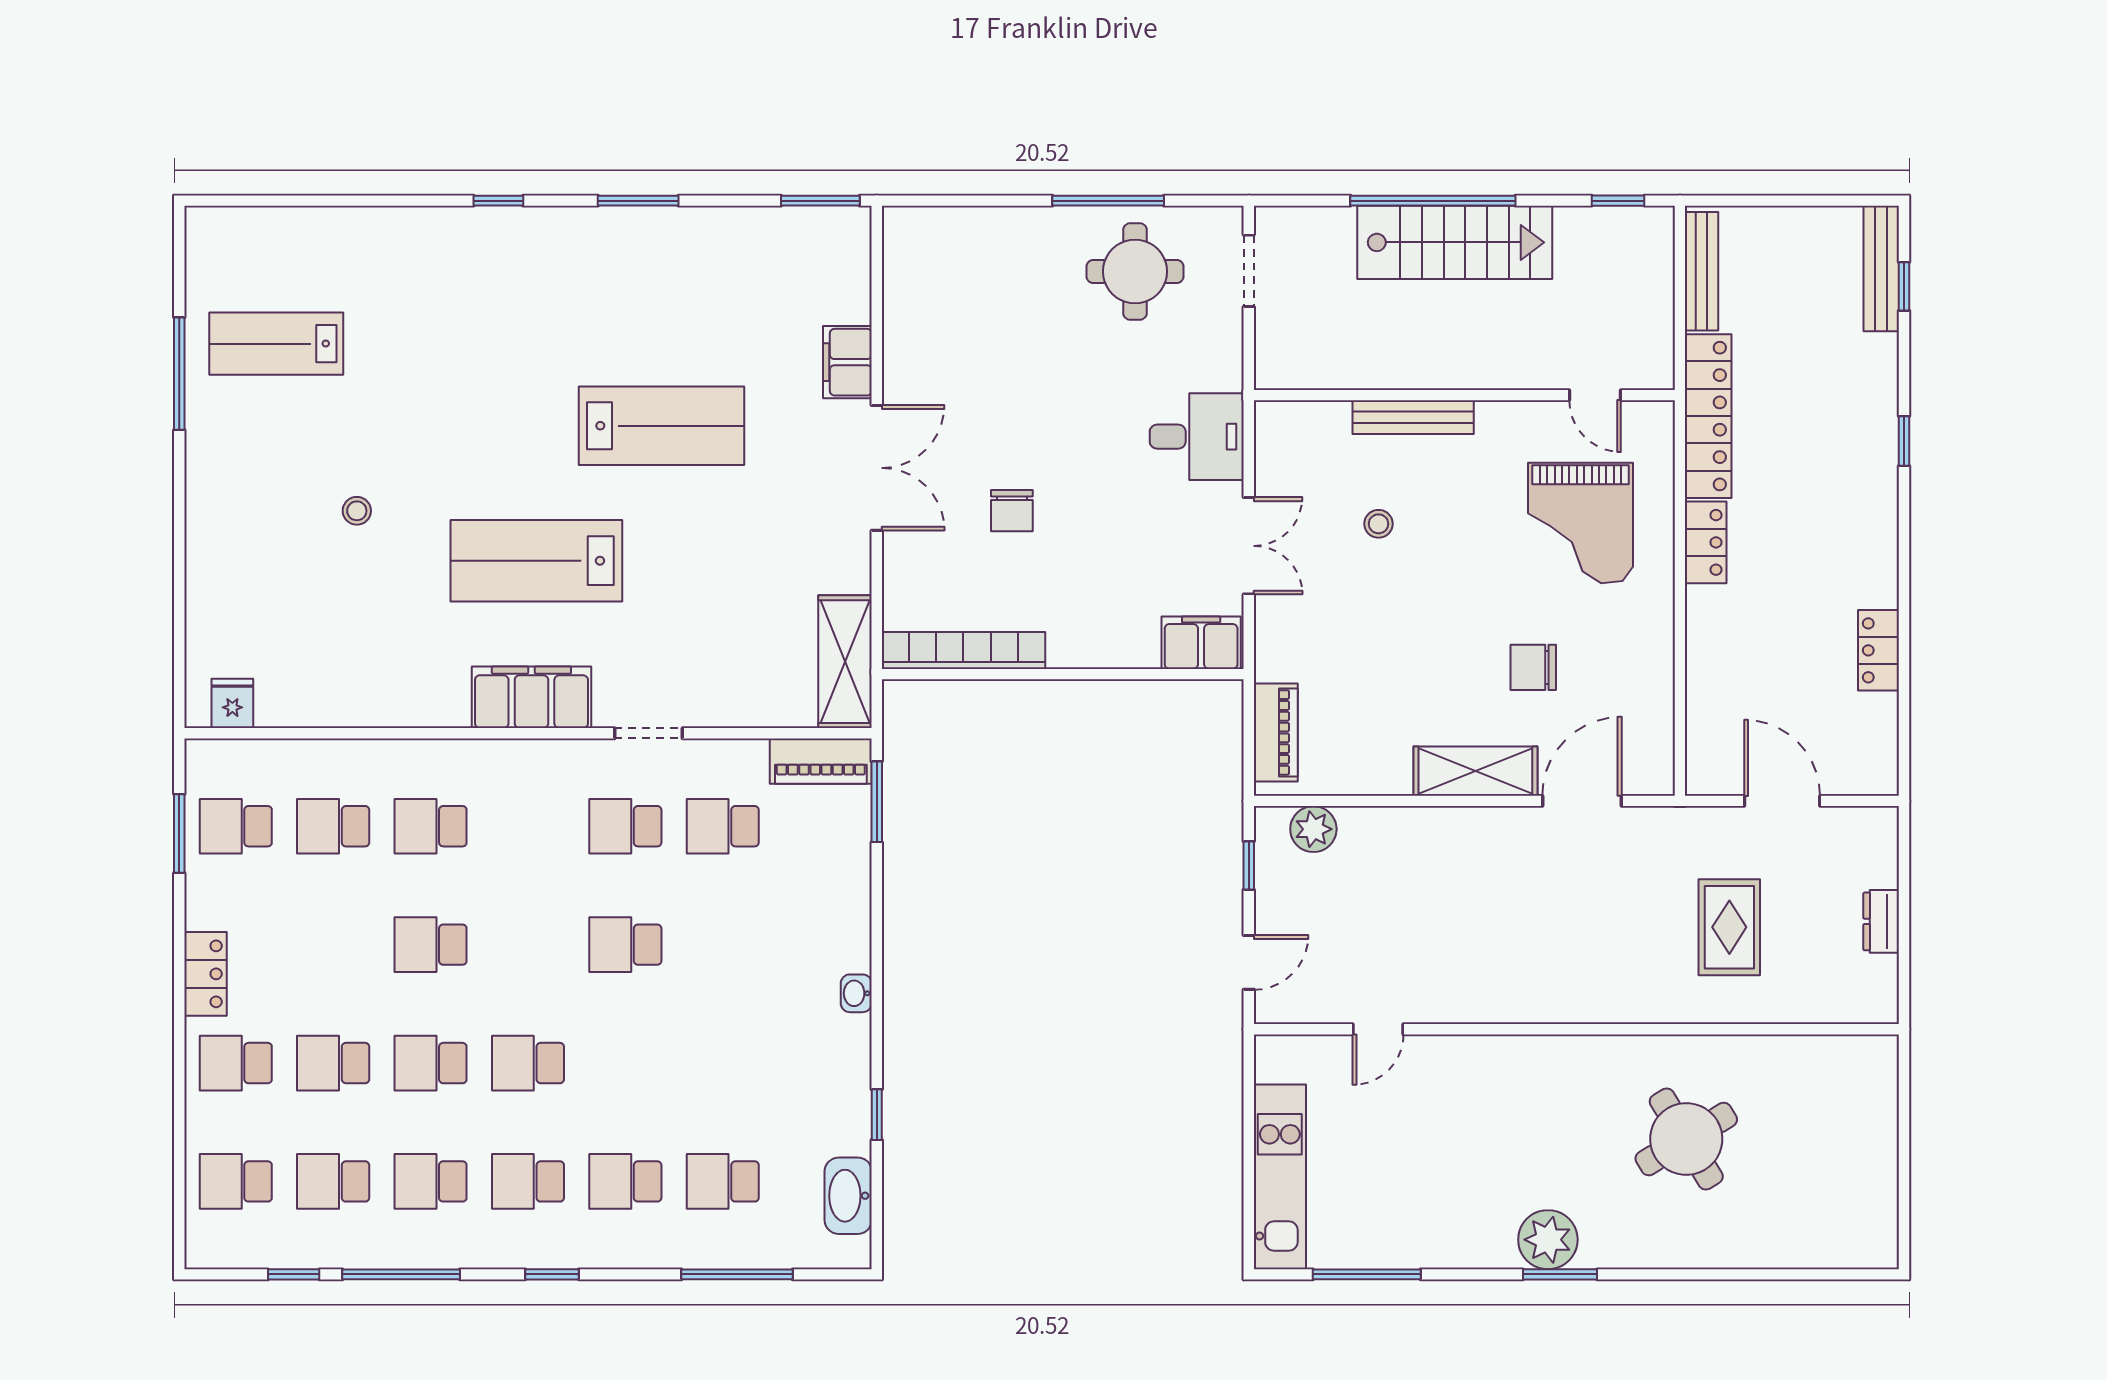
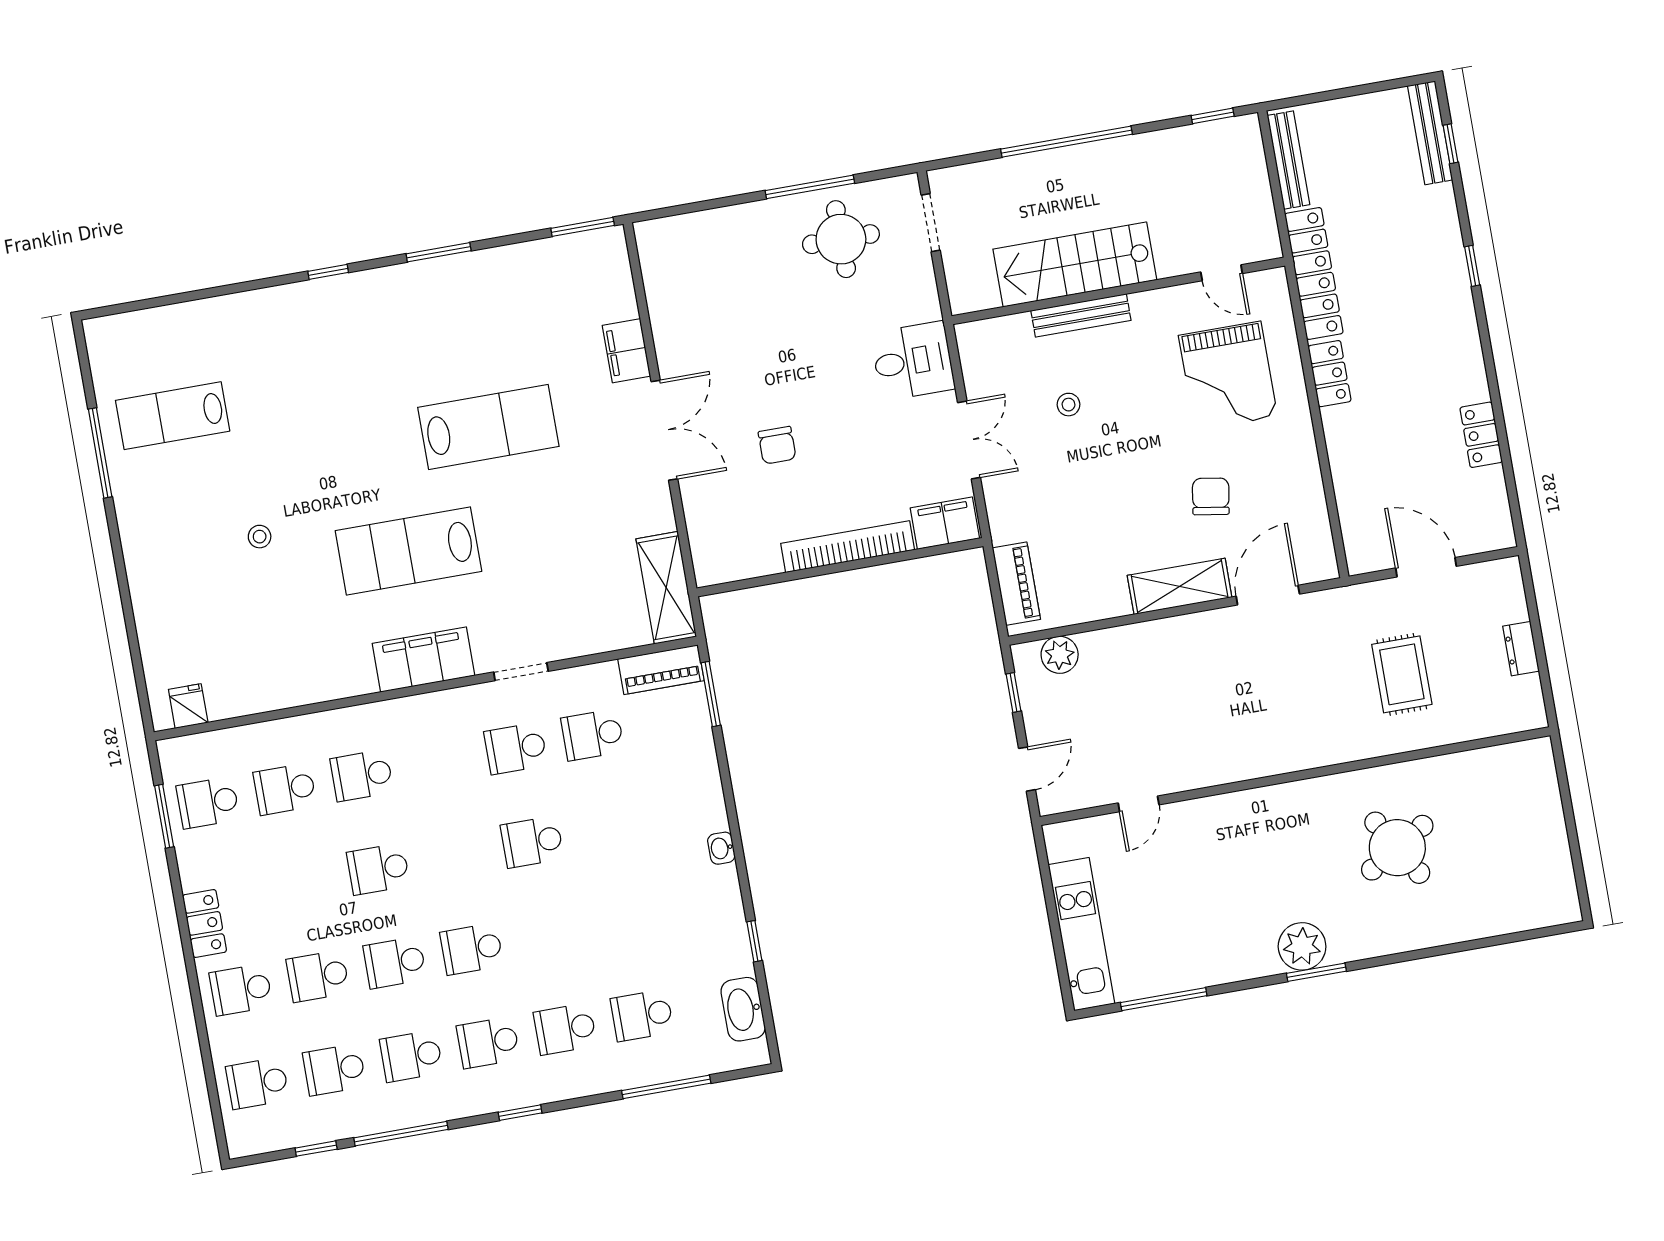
stairs: (1455, 242) -> (1075, 265), moved, turned 180
bookcase: (963, 650) -> (848, 547), moved
chair: (1533, 667) -> (1211, 496), turned 99

